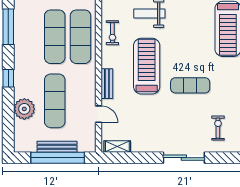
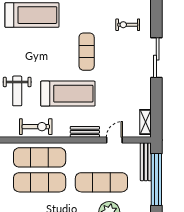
exercise bike: (112, 33) -> (36, 127), width x1.38, depth x1.39
treadmill: (147, 66) -> (68, 94), turned 180
bench: (57, 147) -> (146, 162), moved

